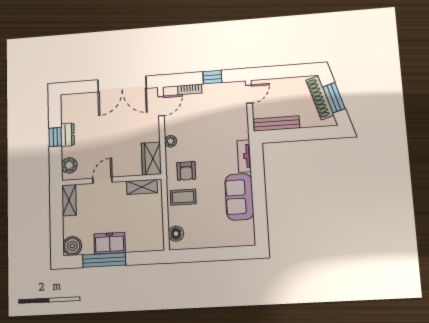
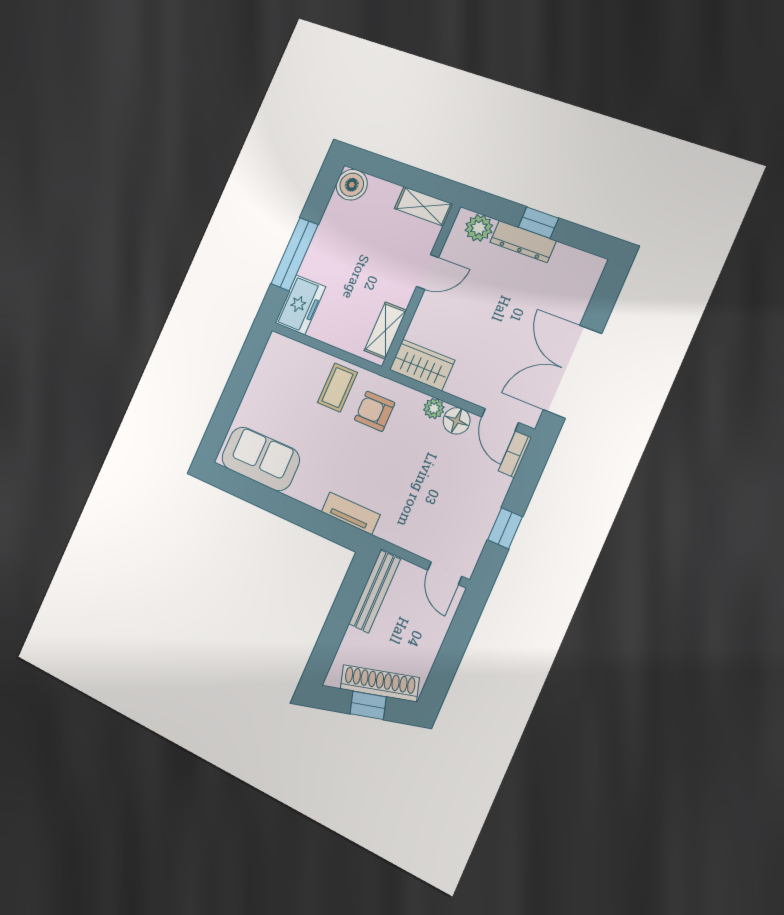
bookcase: (190, 89) -> (515, 454), moved
window: (334, 98) -> (368, 705), width x0.67
dresser: (67, 135) -> (523, 241), width x1.44
door: (102, 180) -> (428, 272), hinge flipped
sofa: (239, 197) -> (261, 459), moved
floor lamp: (176, 234) -> (457, 421), moved
freezer: (110, 243) -> (300, 305), moved
window: (104, 260) -> (295, 254), moved

